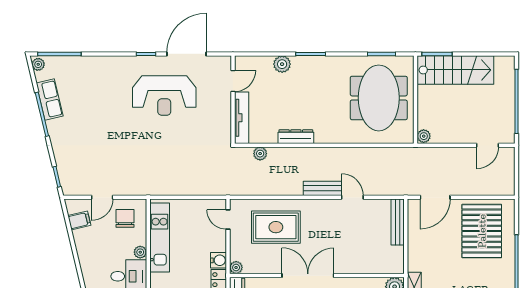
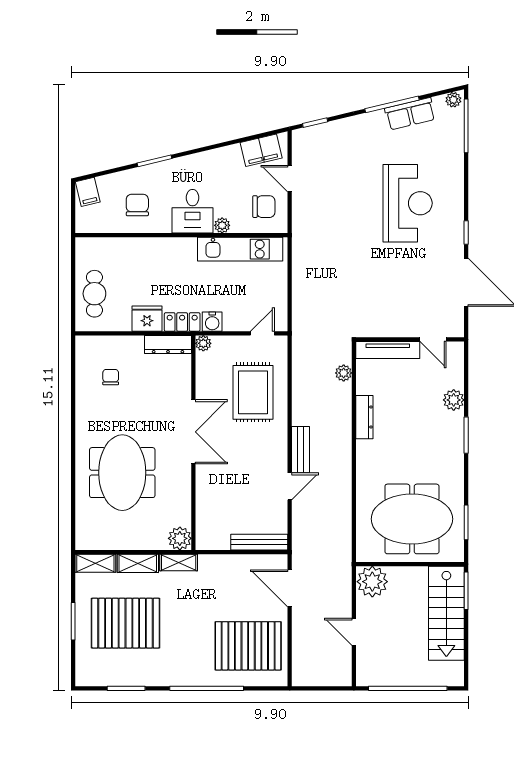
reception desk: (164, 95) -> (408, 203), moved, turned 180
plant: (424, 136) -> (372, 582), width x1.88, depth x1.88
door: (487, 145) -> (354, 632), moved
filing cabinet: (79, 220) -> (261, 150), width x2.00

